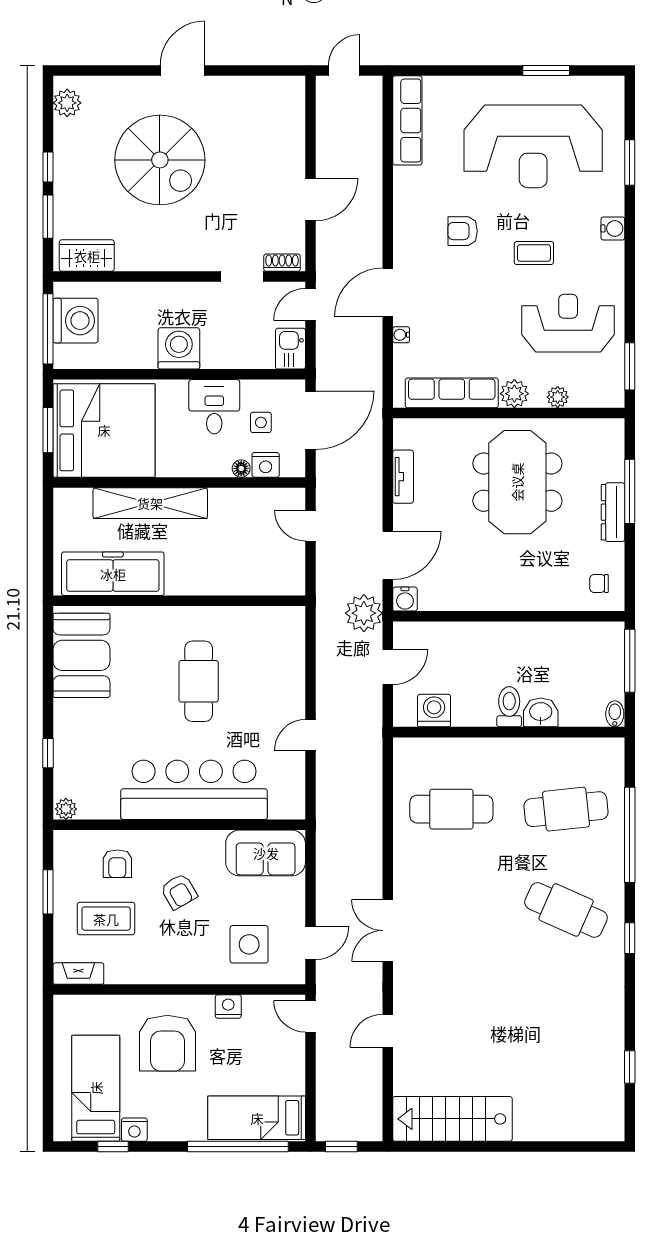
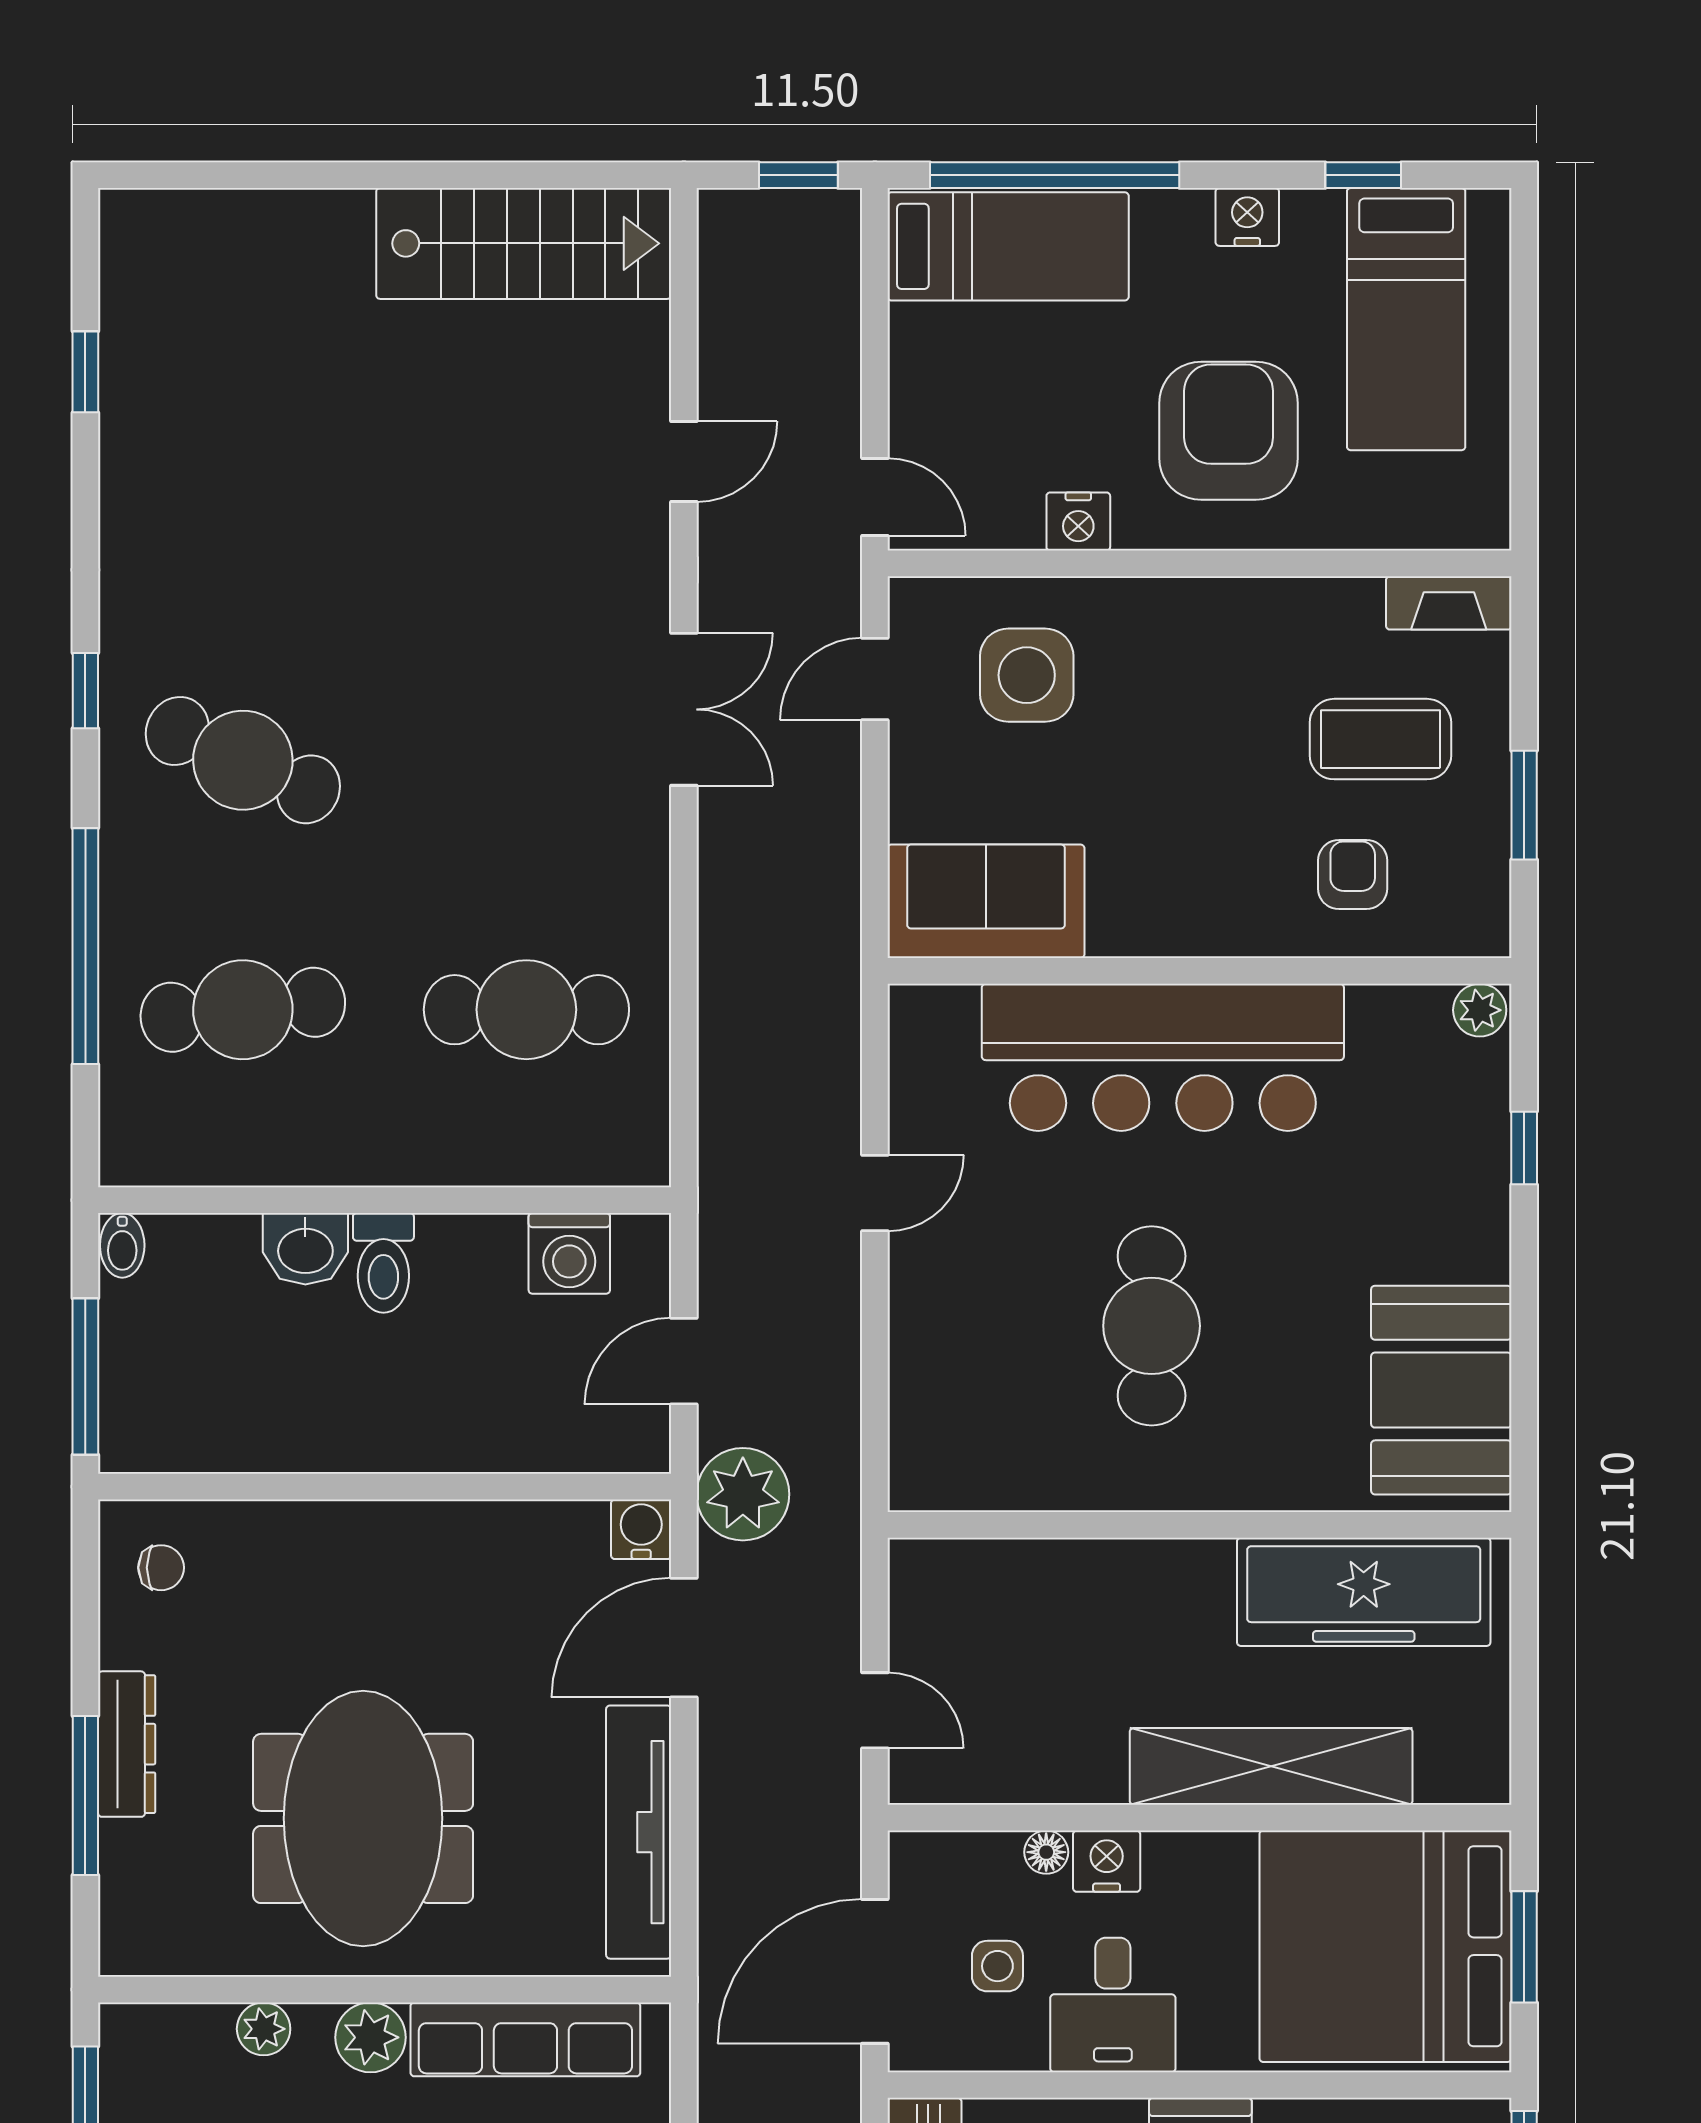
nightstand: (266, 465) -> (1107, 1861), moved
tv unit: (403, 477) -> (639, 1832), width x1.92, depth x1.29
armchair: (179, 891) -> (1200, 806), removed
nightstand: (134, 1130) -> (1247, 217), moved

